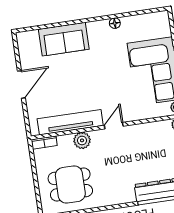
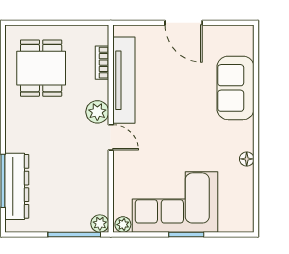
plant: (82, 140) -> (97, 112), moved
bookcase: (44, 143) -> (102, 63), moved

